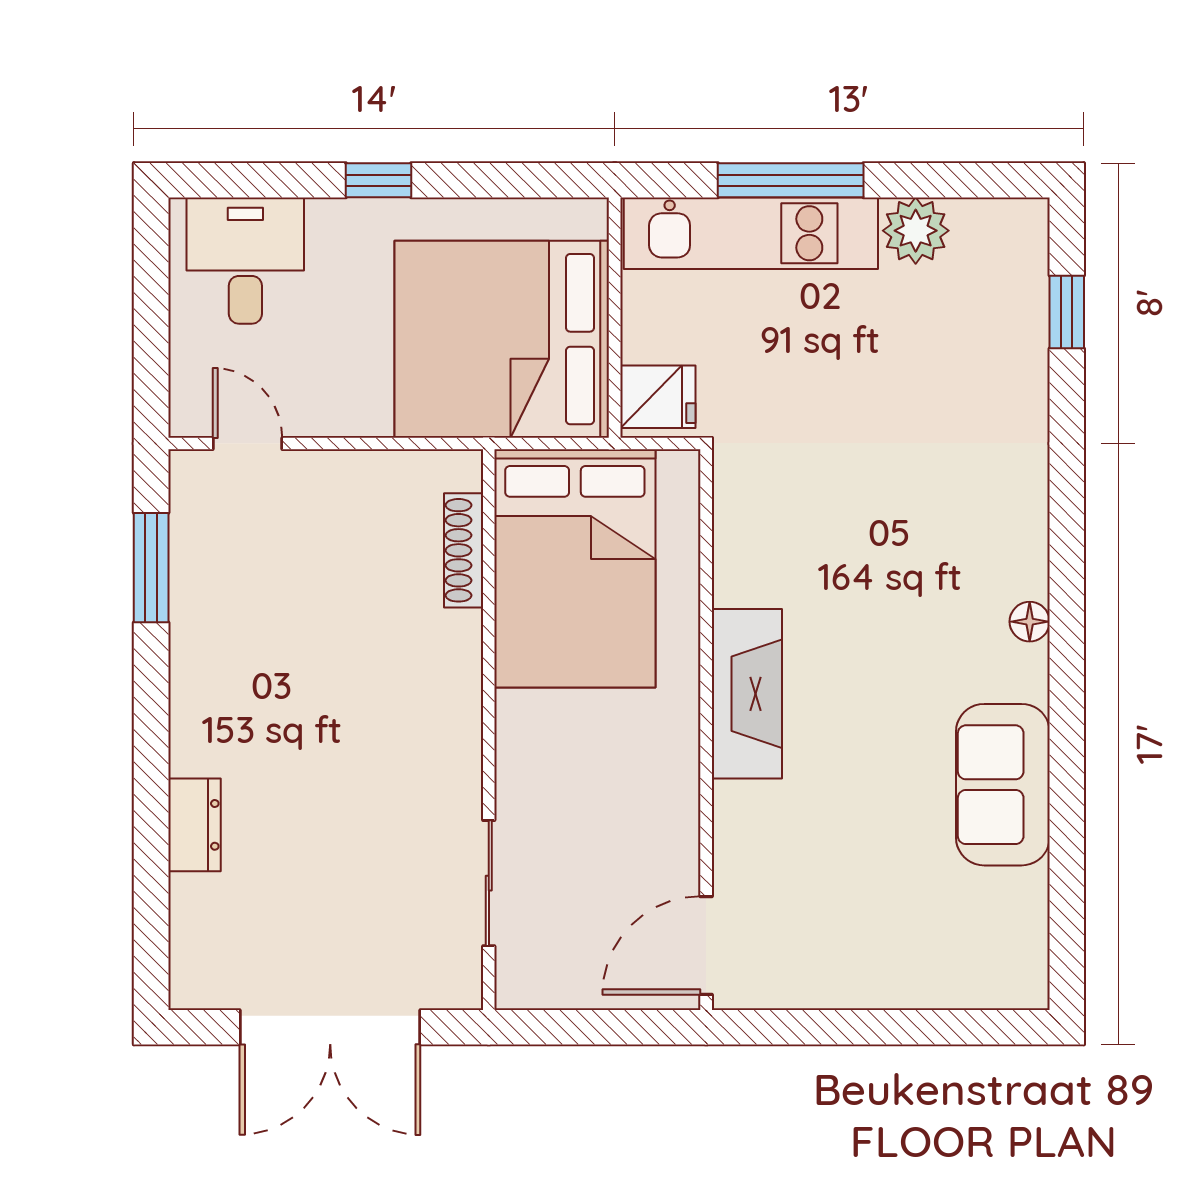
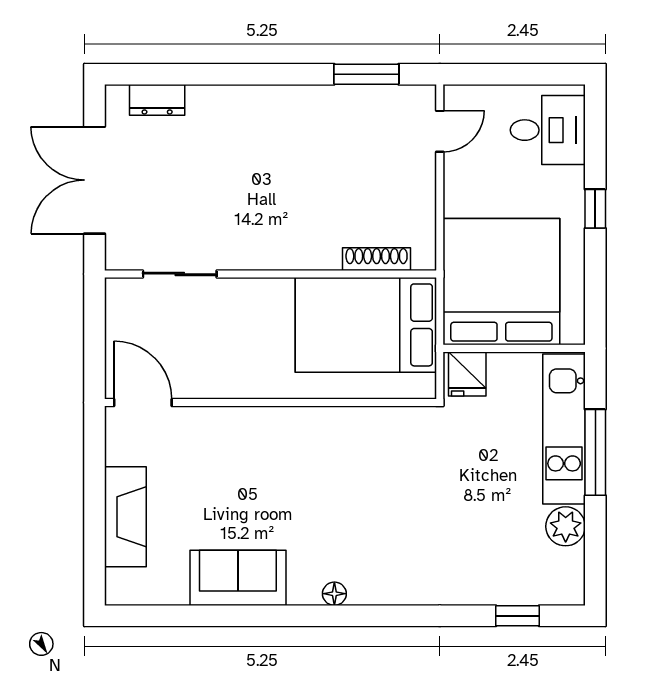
fireplace: (747, 694) -> (125, 517), moved, turned -90
dresser: (194, 825) -> (157, 100), moved

